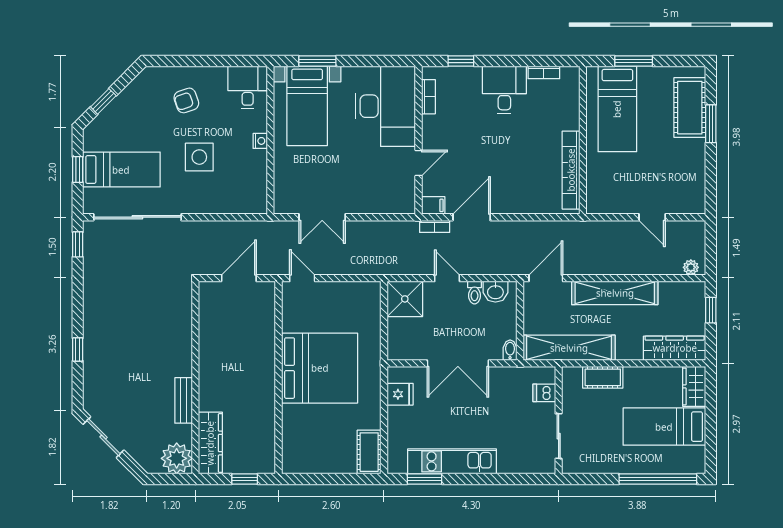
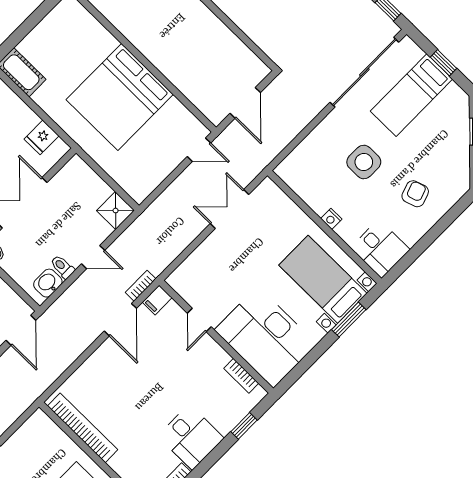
shower: (405, 299) -> (116, 211), width x0.73, depth x0.73

